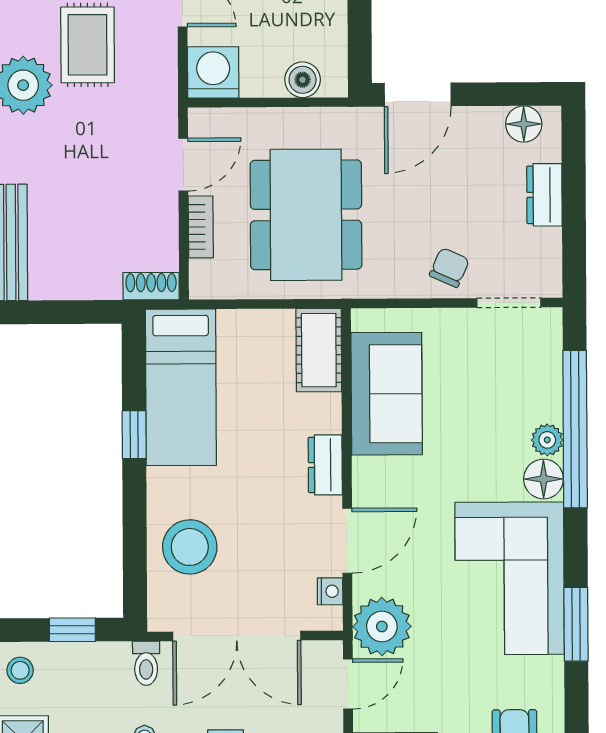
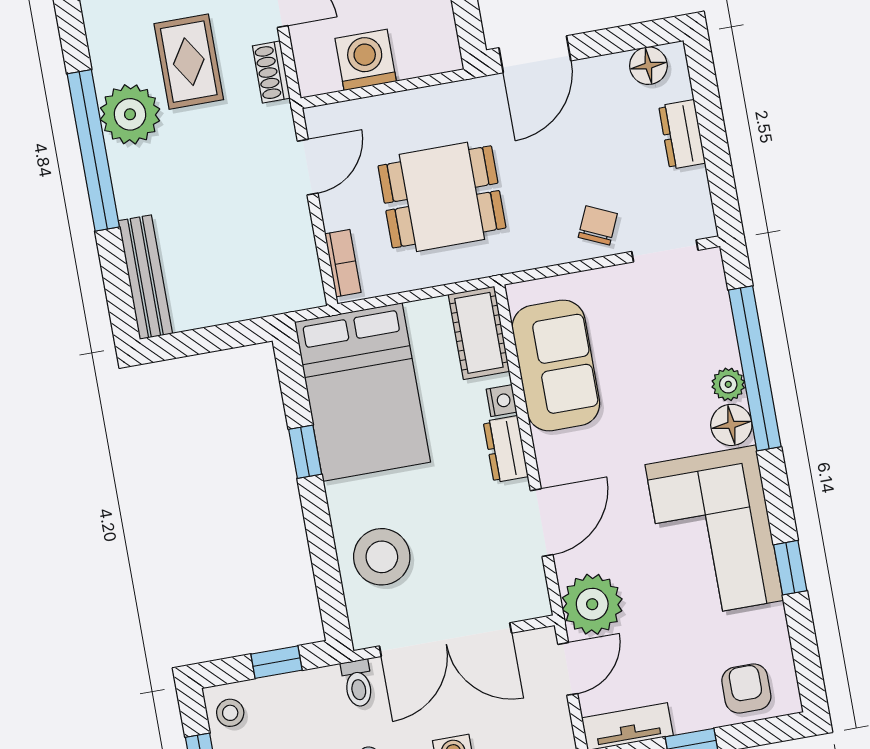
washing machine: (213, 72) -> (366, 60), moved
boiler: (303, 80) -> (415, 59), removed
dining table: (306, 215) -> (442, 197), width x0.73
bookcase: (201, 227) -> (343, 263), moved
shoe rack: (151, 286) -> (271, 72), moved, turned -90
bed: (181, 387) -> (362, 392), width x1.50
nightstand: (330, 591) -> (502, 401), moved
window: (576, 624) -> (790, 568), width x0.67

